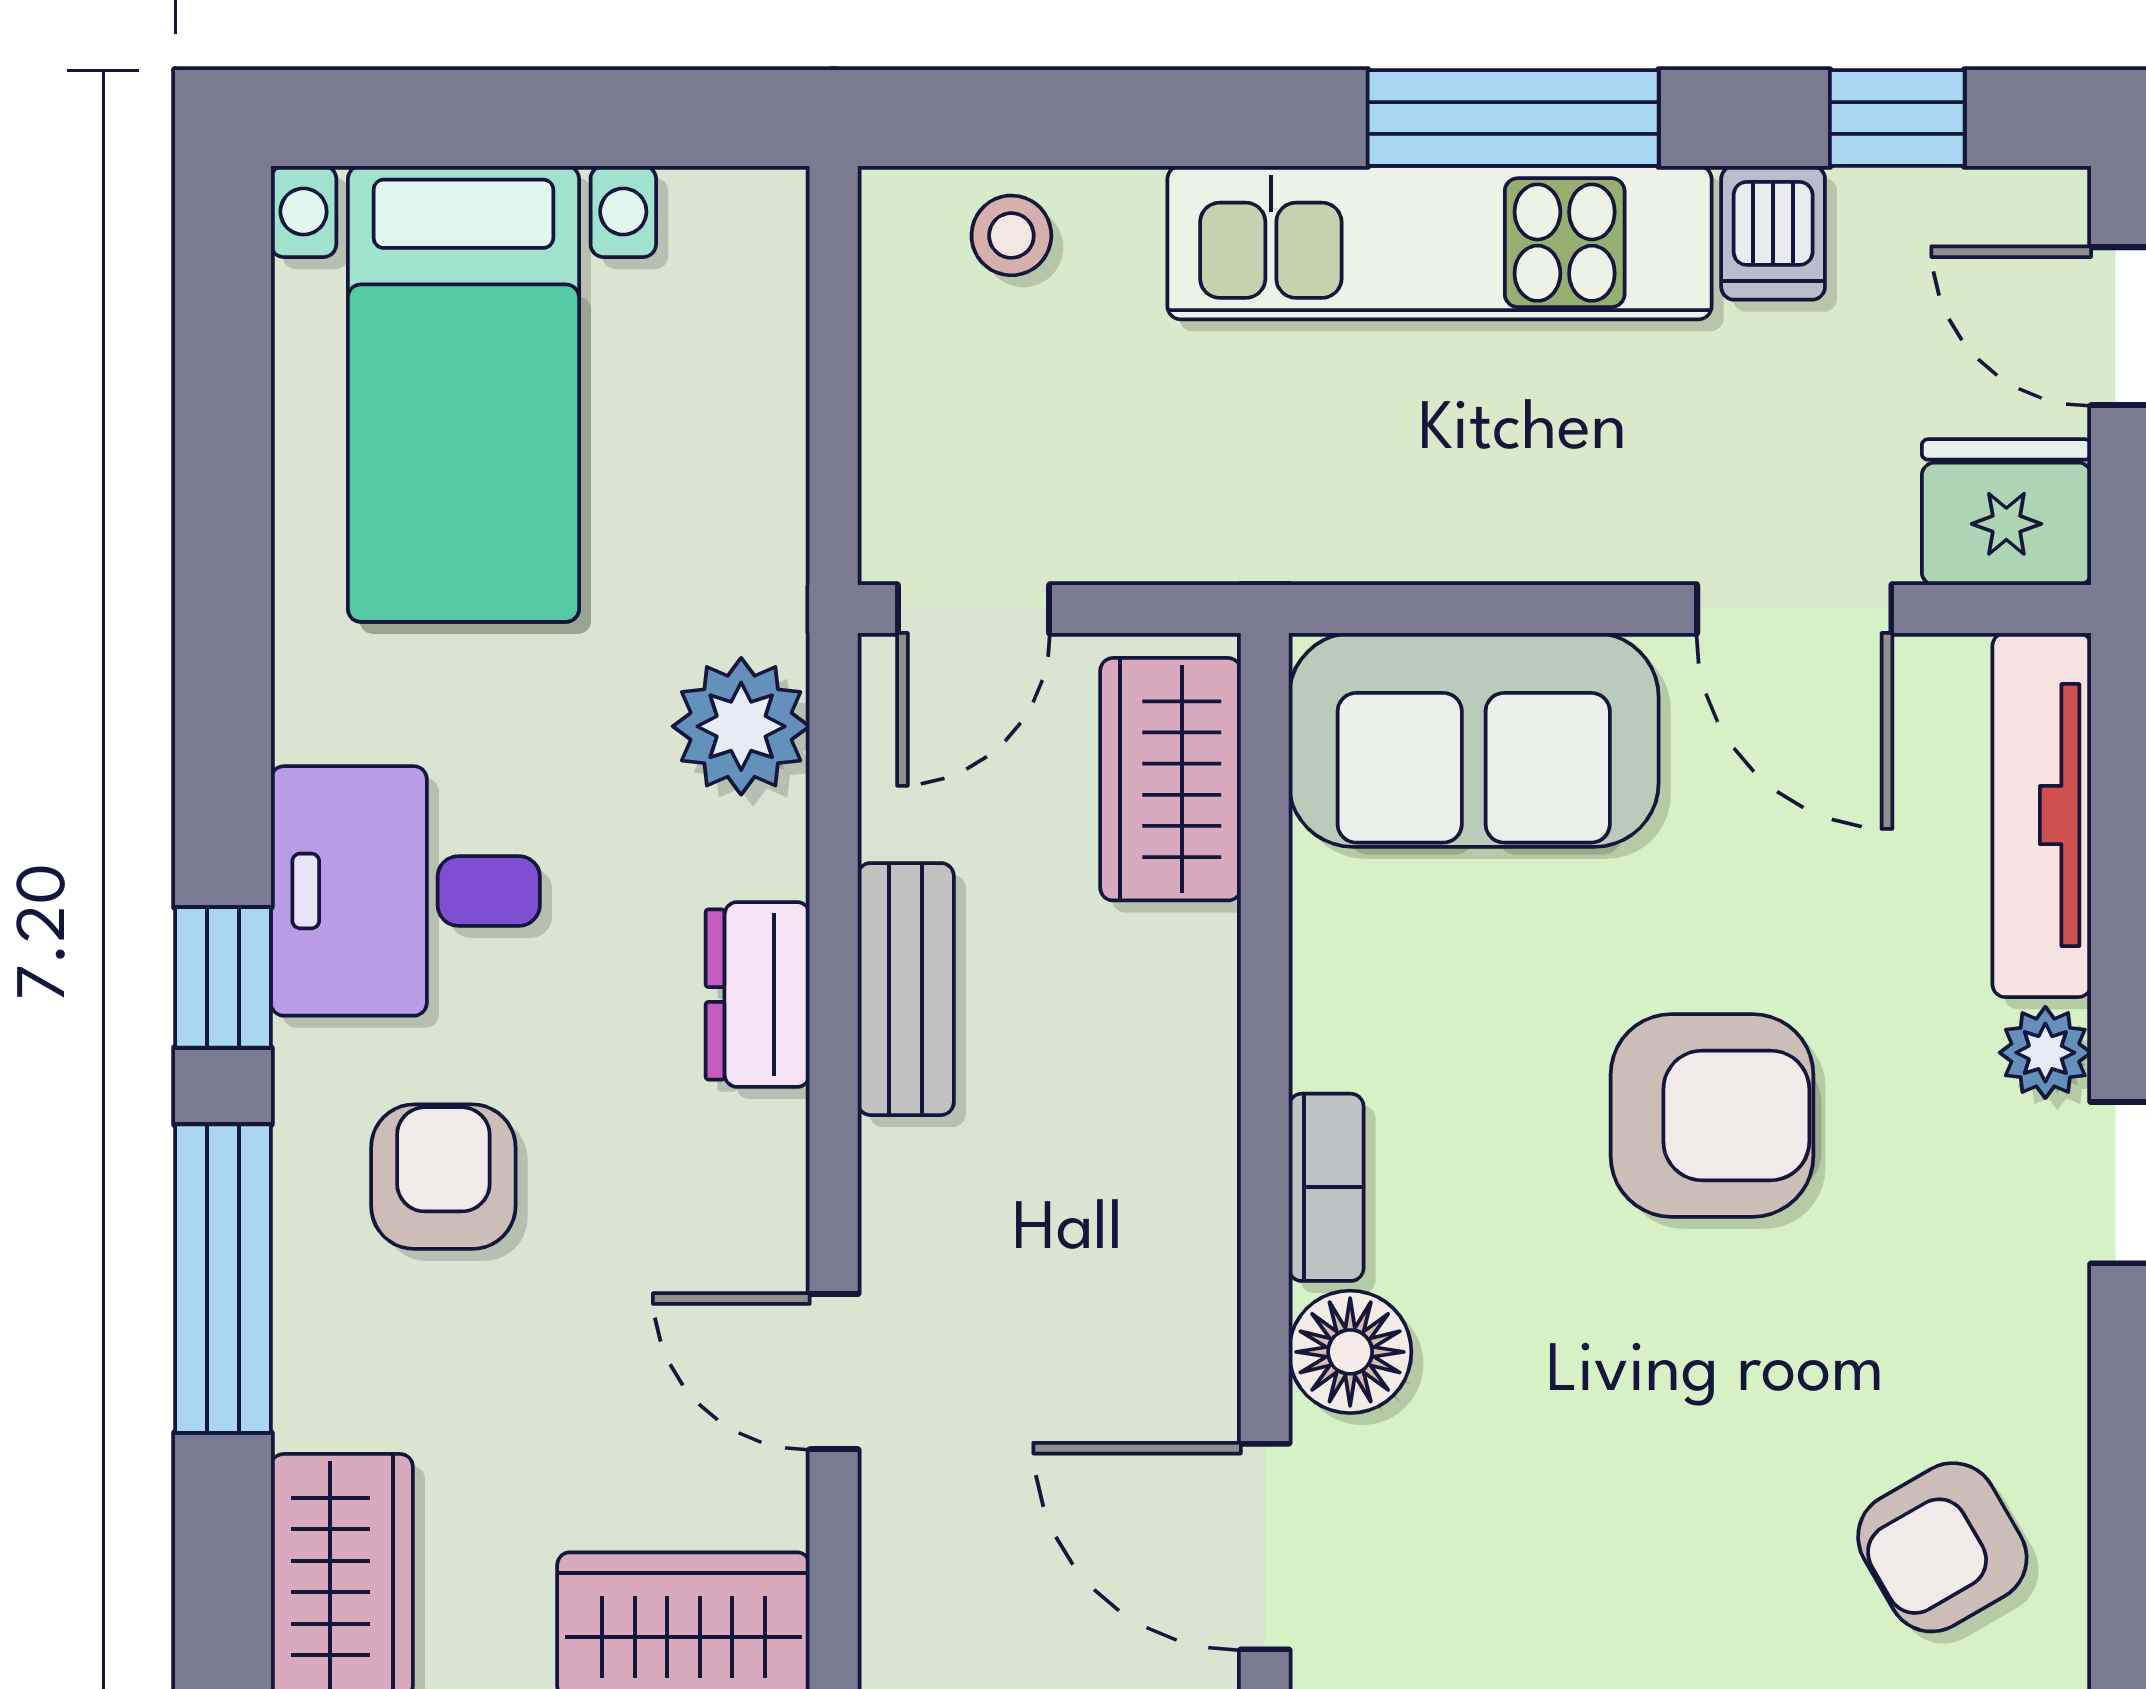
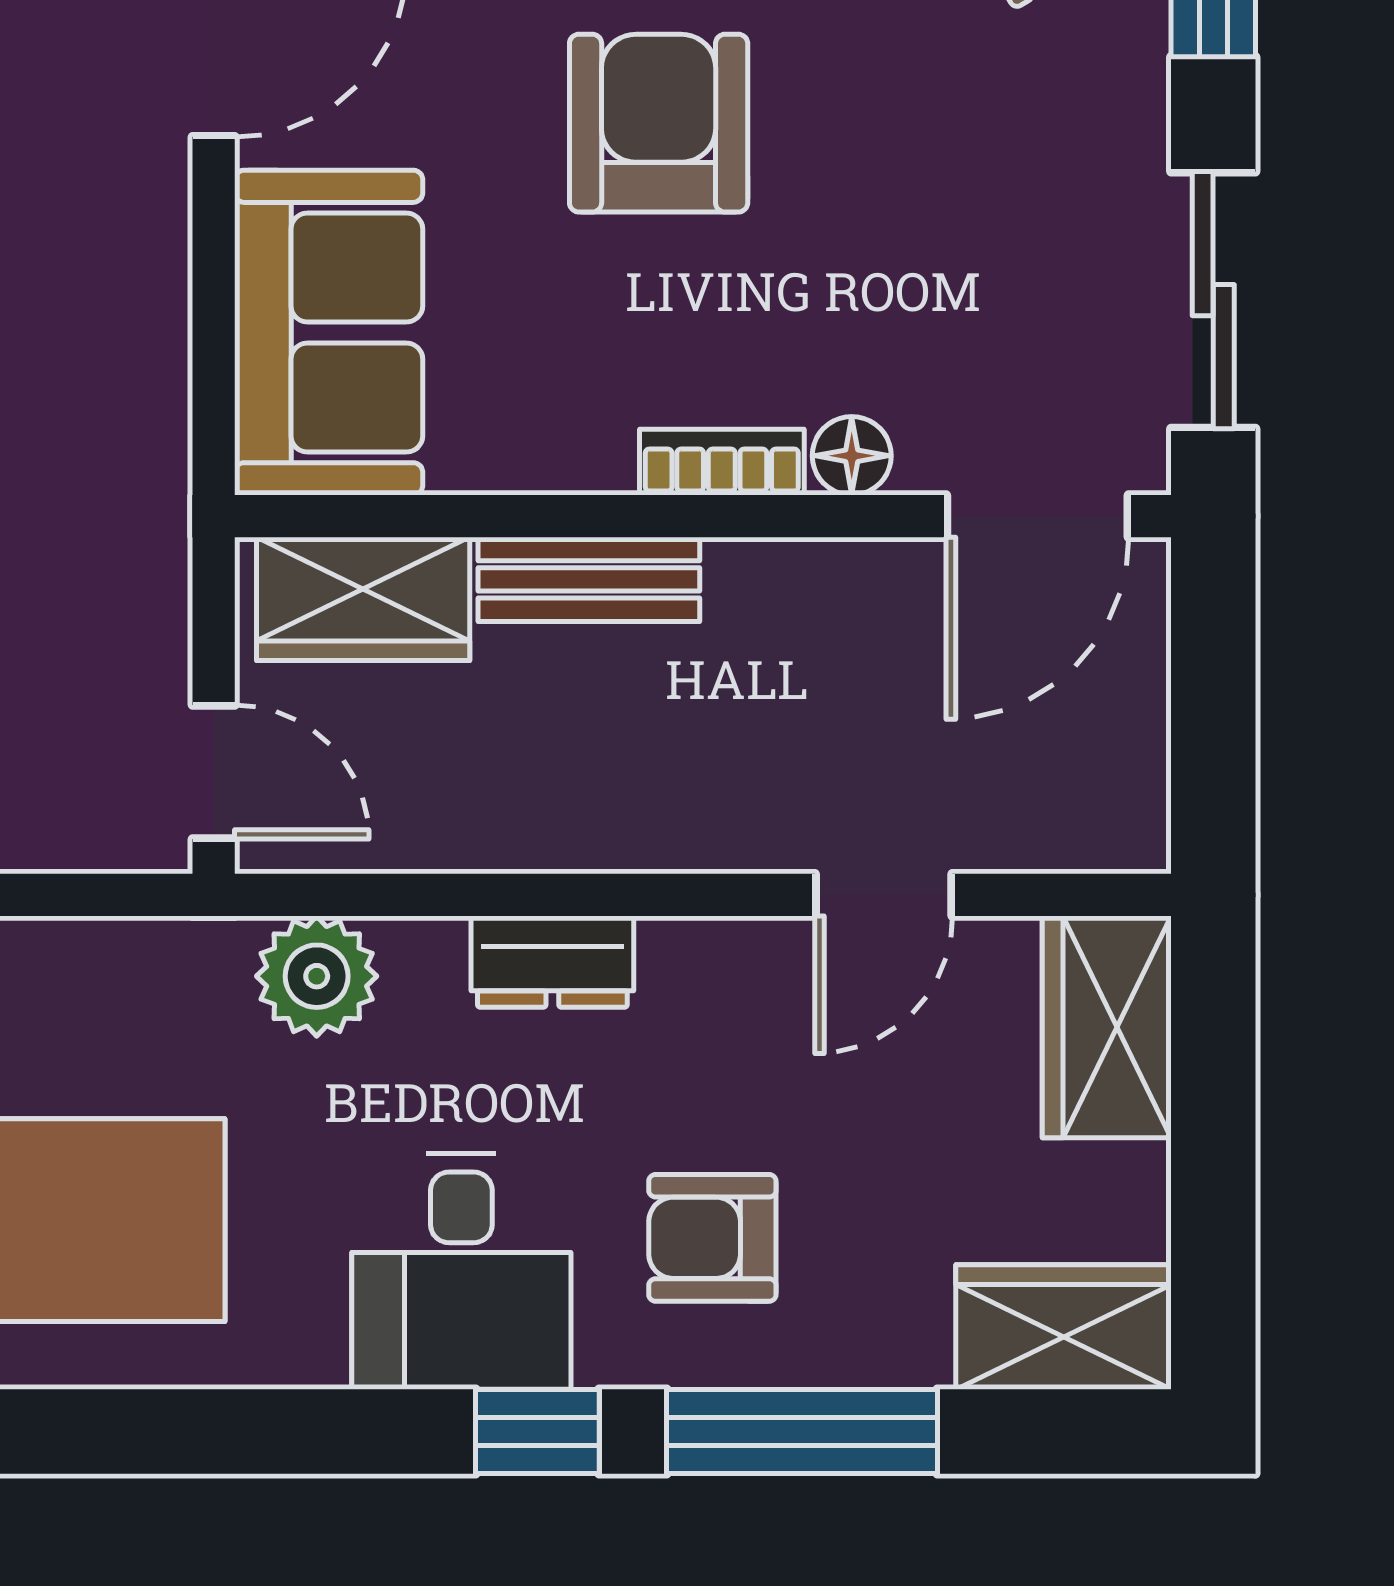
bench: (906, 989) -> (589, 579), moved
floor lamp: (1350, 1352) -> (852, 456), width x0.73, depth x0.73

